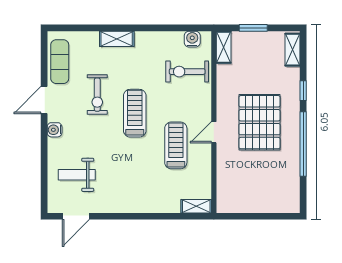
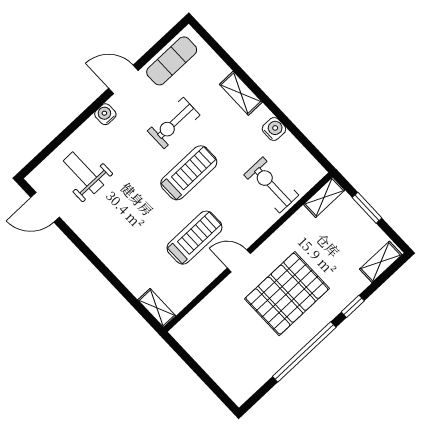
water cooler: (192, 39) -> (274, 129), moved

